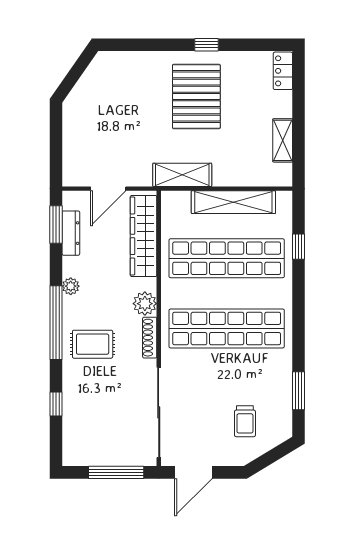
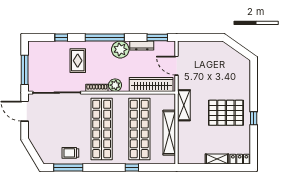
shelving: (283, 140) -> (217, 159), moved
dresser: (71, 233) -> (142, 46), moved
window: (299, 247) -> (132, 168), moved
plant: (71, 286) -> (120, 49), width x1.87, depth x1.87
rug: (93, 344) -> (78, 61), moved
window: (299, 391) -> (68, 168), width x1.44
trolley: (245, 421) -> (70, 153), moved

